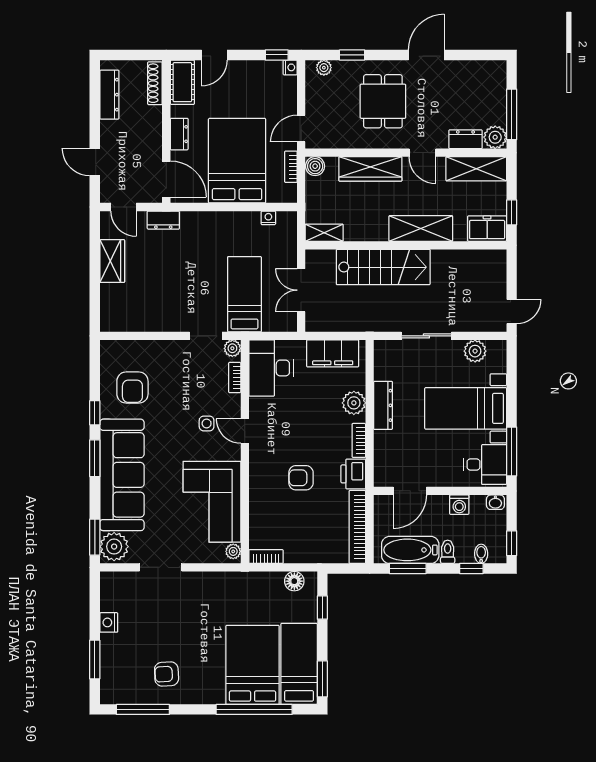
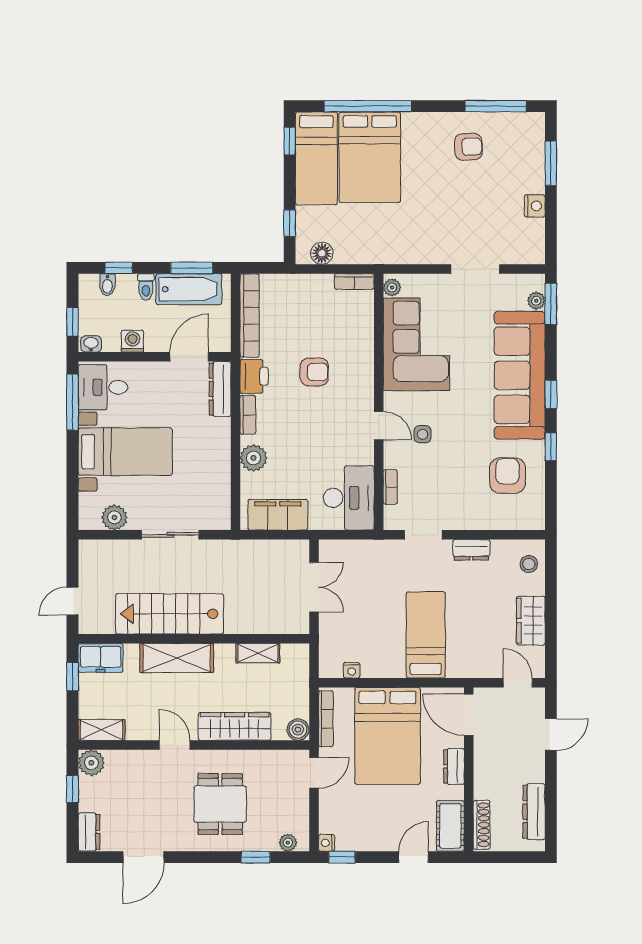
door: (426, 55) -> (143, 857), moved
window: (512, 114) -> (72, 789), width x0.46
dresser: (465, 139) -> (89, 832), moved, turned -90
door: (95, 162) -> (551, 734), hinge flipped
bookcase: (291, 167) -> (326, 719), width x1.56
shelving: (476, 169) -> (101, 730), width x0.67, depth x0.75
dresser: (163, 220) -> (471, 550), moved, turned 180
shelving: (324, 233) -> (258, 653), moved
stairs: (383, 267) -> (170, 614), moved
bed: (244, 294) -> (426, 635), moved, turned 180
stool: (114, 310) -> (529, 564), added
door: (512, 312) -> (72, 601), moved
plant: (232, 348) -> (393, 521), removed
dresser: (383, 405) -> (220, 389), moved
window: (95, 458) -> (551, 394), width x0.67
window: (512, 543) -> (72, 322), moved
plant: (114, 547) -> (536, 301), width x0.53, depth x0.53
window: (322, 679) -> (290, 141), width x0.67

